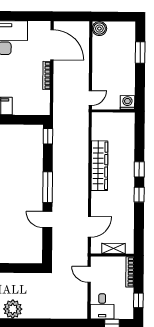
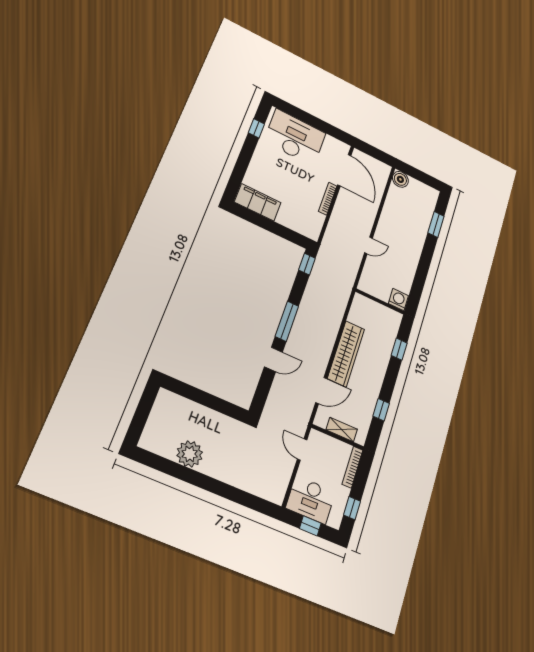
washing machine: (127, 103) -> (398, 300), moved
wall: (113, 111) -> (380, 301), moved
wardrobe: (99, 166) -> (346, 354), moved
window: (139, 195) -> (381, 410), moved
door: (47, 220) -> (273, 359), swing flipped
desk: (102, 306) -> (311, 500), width x1.37

